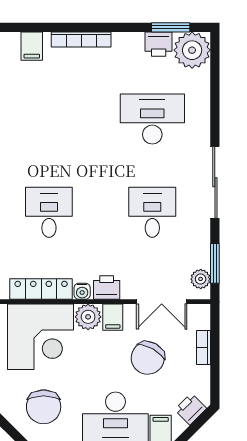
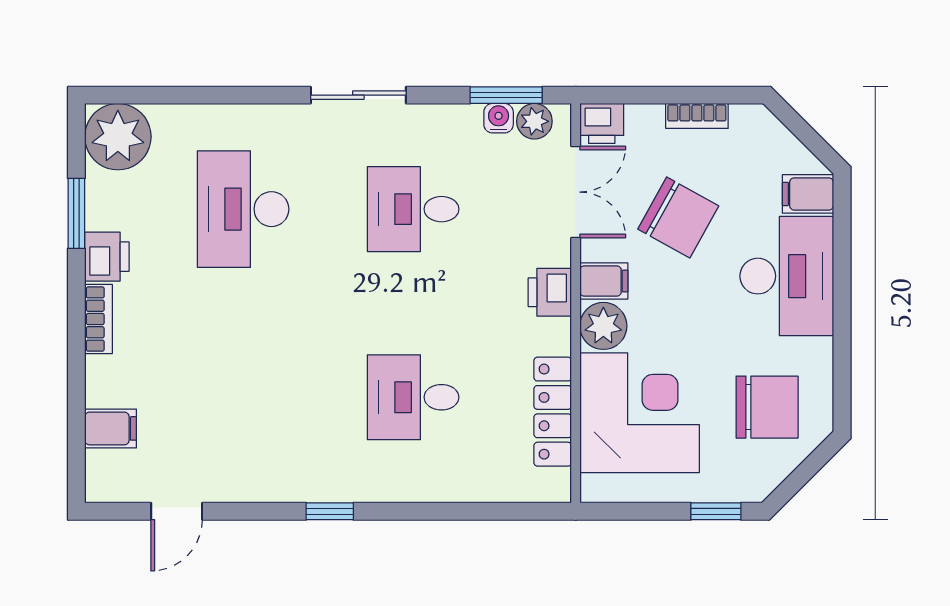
window: (171, 27) -> (76, 213), moved
bookcase: (81, 40) -> (99, 319), width x0.64
printer: (159, 44) -> (107, 257), moved
sliding door: (215, 182) -> (358, 95), width x0.73
water cooler: (82, 291) -> (499, 118), moved, turned -90
bookcase: (203, 347) -> (697, 116), moved
printer: (191, 409) -> (602, 123), moved, turned -45

